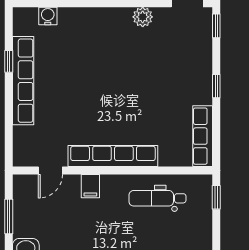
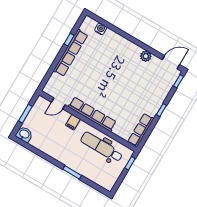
dental chair: (157, 198) -> (102, 147), width x1.36, depth x1.38

